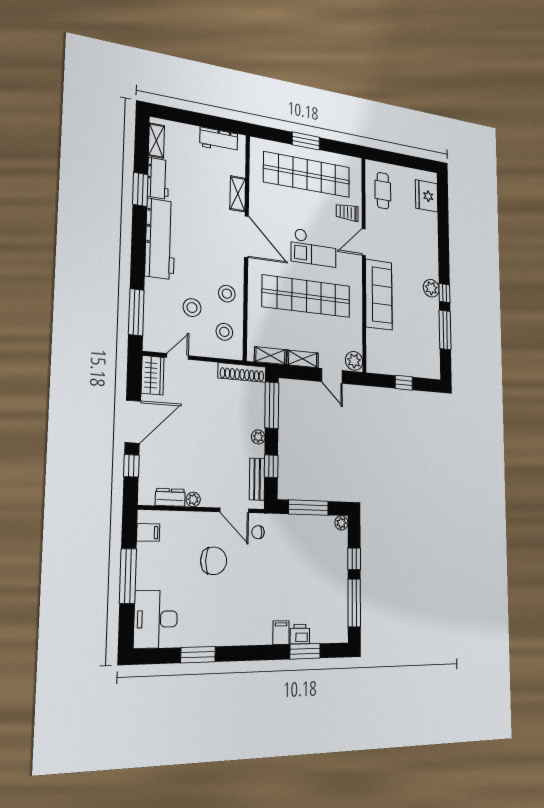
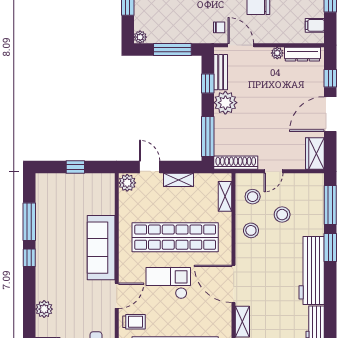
window: (140, 189) -> (330, 248), moved
plant: (431, 288) -> (44, 309), moved
door: (178, 356) -> (273, 171), moved
shelving: (270, 356) -> (225, 196), moved, turned 90
plant: (258, 437) -> (225, 103), width x1.88, depth x1.88
dresser: (170, 497) -> (302, 54), width x1.44

